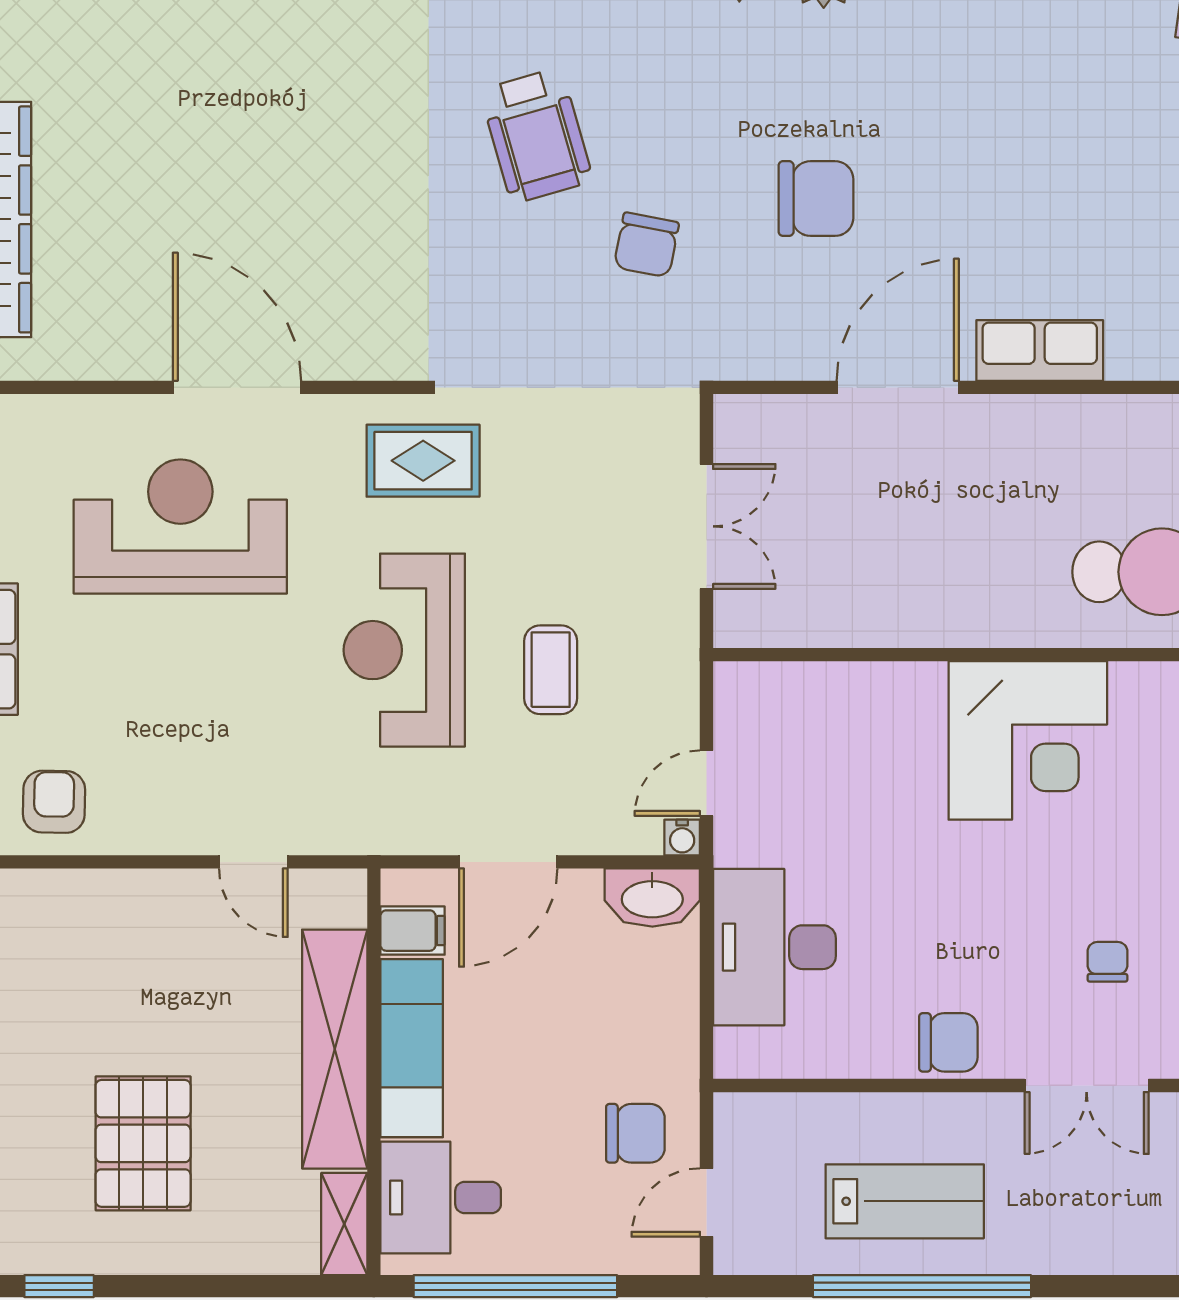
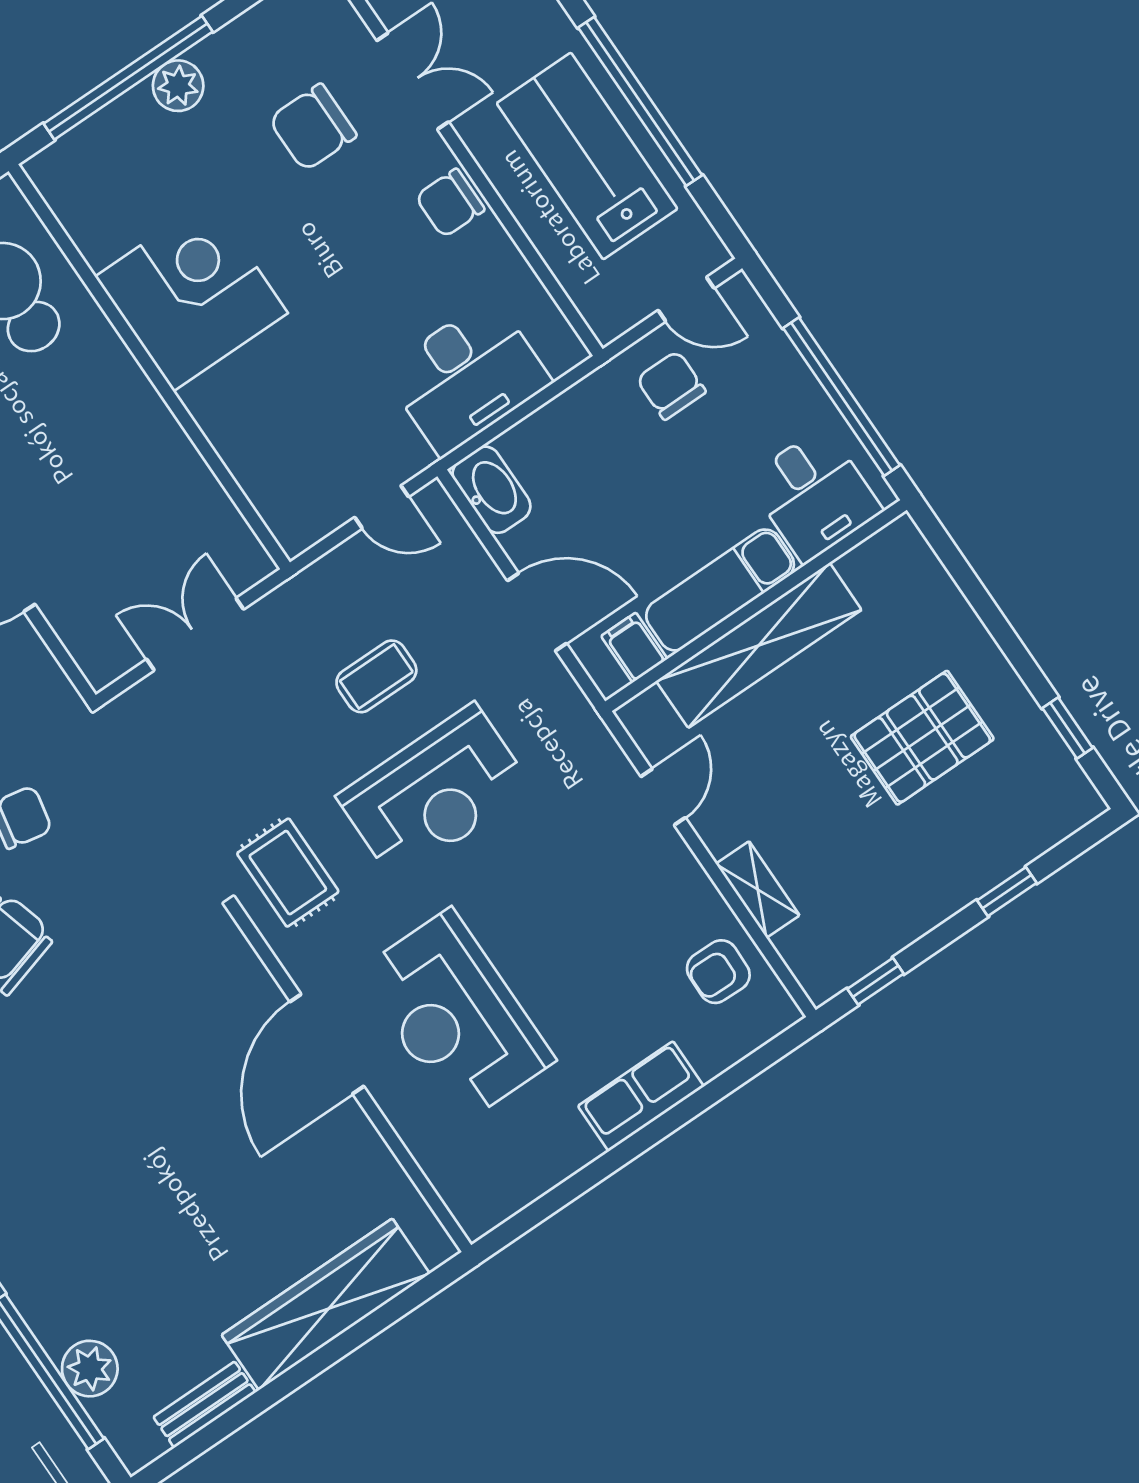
water cooler: (682, 838) -> (433, 498), removed
chair: (1108, 962) -> (313, 127), width x1.87, depth x1.87
chair: (948, 1042) -> (450, 203), turned -90
lab bench: (905, 1201) -> (587, 156), width x1.36, depth x1.39
shelving: (344, 1224) -> (758, 889), moved, turned 90

